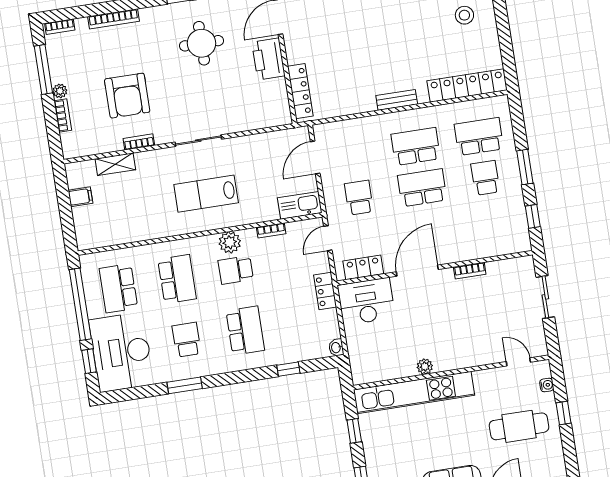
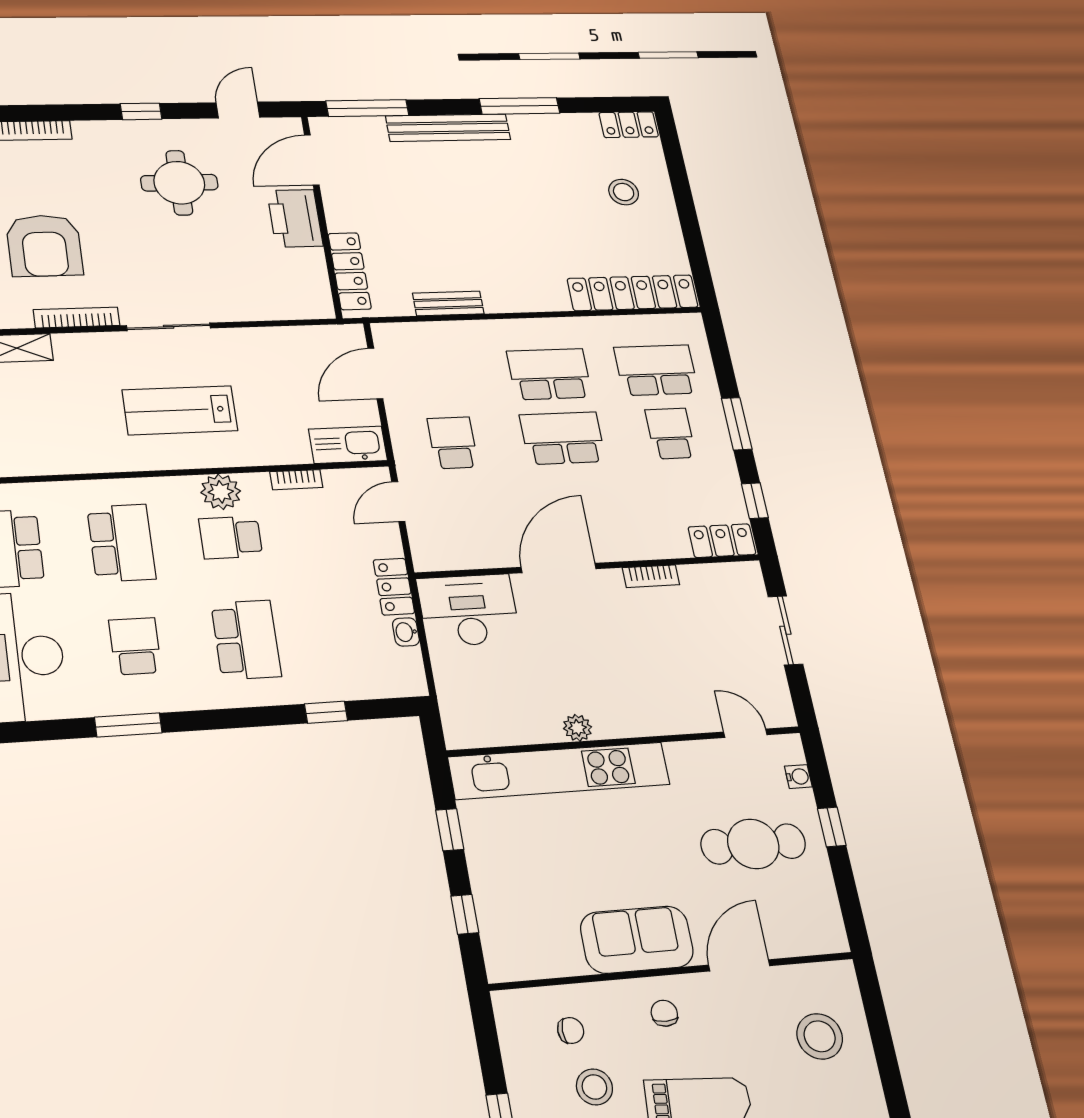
bench: (397, 100) -> (448, 304), moved
bookcase: (139, 142) -> (77, 317), width x1.56
locker: (363, 267) -> (722, 541), moved
washbasin: (336, 348) -> (406, 632), moved

